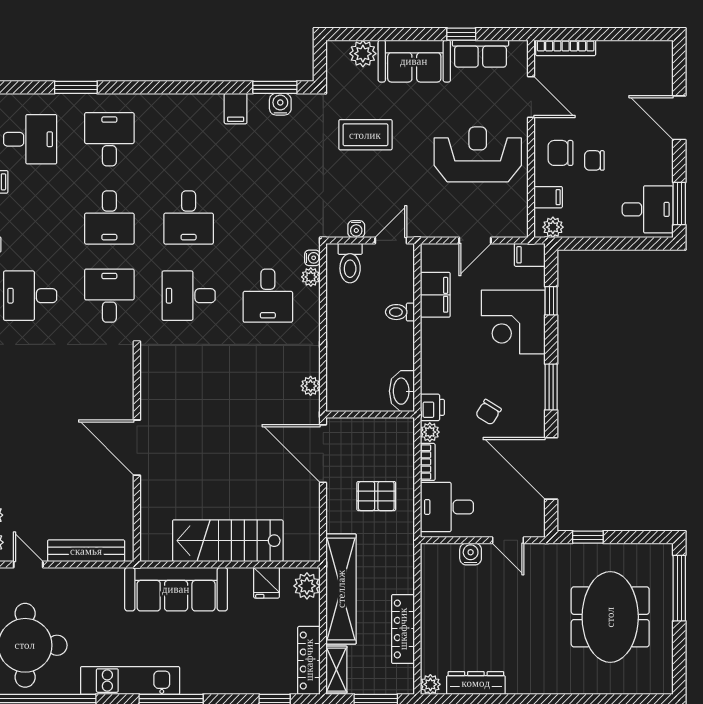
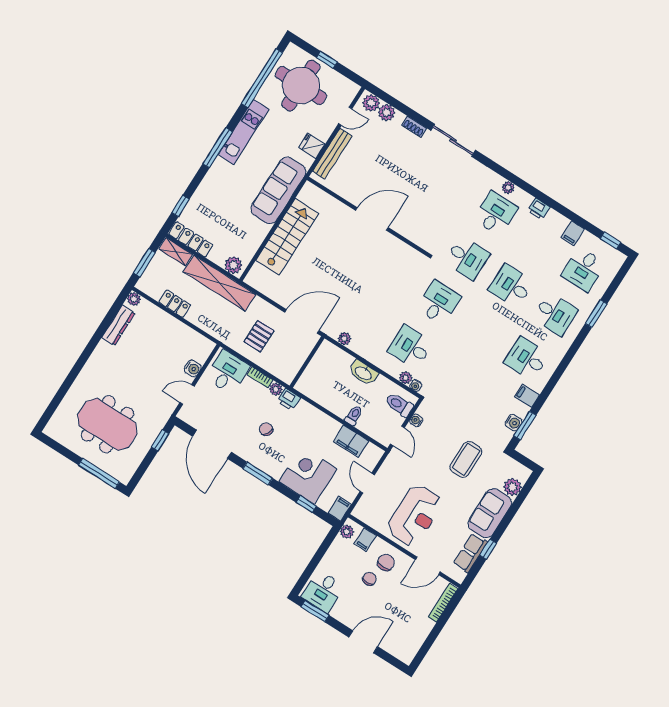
desk: (189, 217) -> (527, 358), moved
washbasin: (402, 391) -> (363, 373), moved, turned 180
door: (551, 468) -> (212, 444), swing flipped
fridge: (267, 583) -> (312, 146), moved
locker: (403, 629) -> (175, 304), width x0.66

